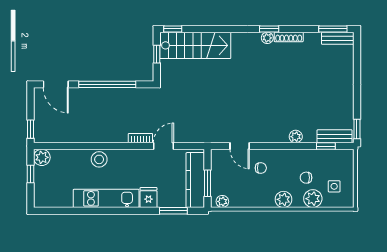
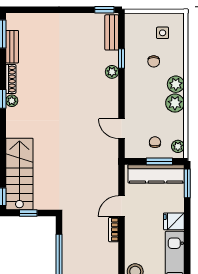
bench: (338, 38) -> (12, 47), moved
door: (164, 146) -> (122, 206), hinge flipped
door: (240, 146) -> (122, 129), swing flipped
window: (326, 146) -> (122, 59), moved
chair: (261, 168) -> (155, 142), moved
plant: (313, 199) -> (175, 103), moved
window: (173, 211) -> (187, 183), moved

